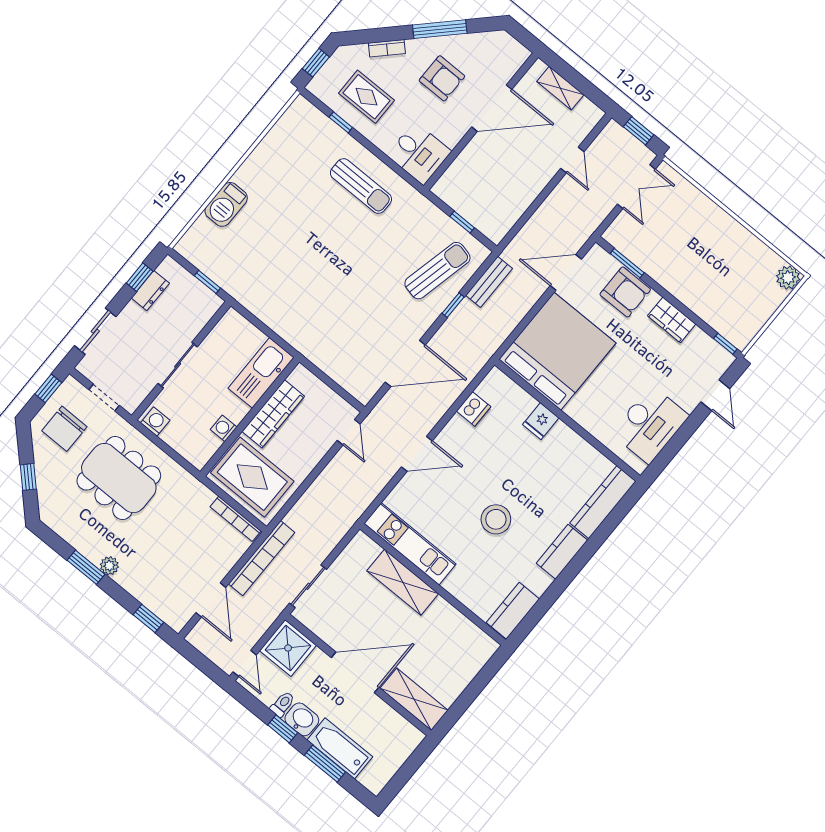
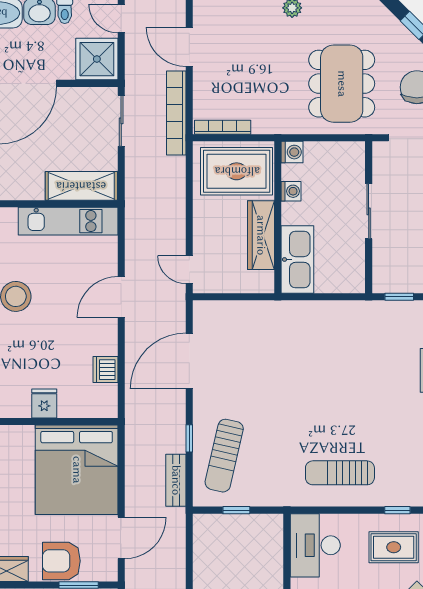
desk: (419, 153) -> (315, 545), width x1.37
washing machine: (155, 422) -> (292, 152), moved, turned -90
dining table: (119, 478) -> (342, 84), turned 90
shelving: (403, 582) -> (81, 186), moved

